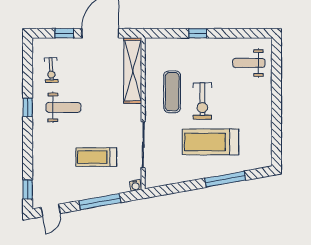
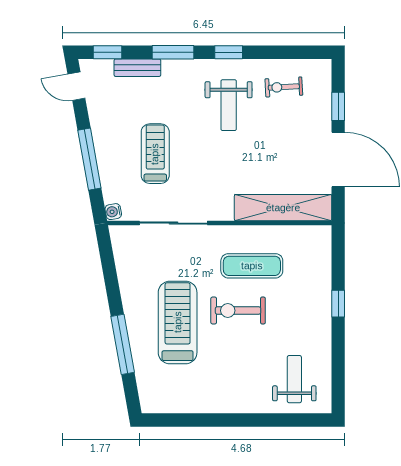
window: (28, 145) -> (173, 52), added
bench: (38, 169) -> (137, 68), added

